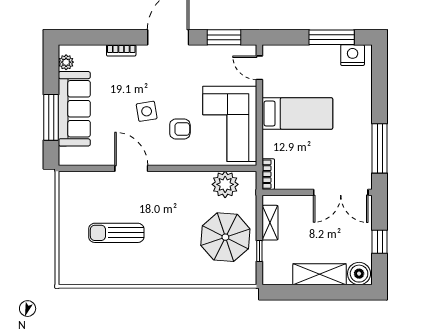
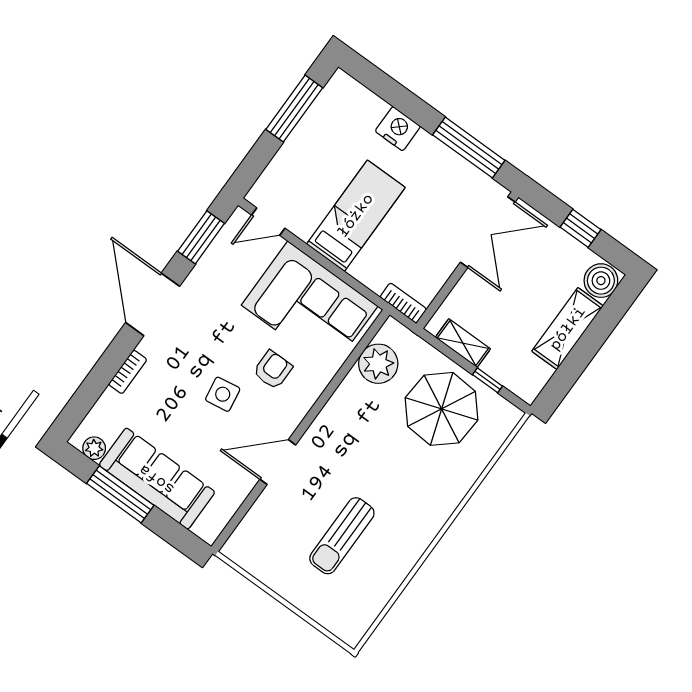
nightstand: (353, 55) -> (398, 129), moved, turned 90
window: (51, 117) -> (120, 494), moved

